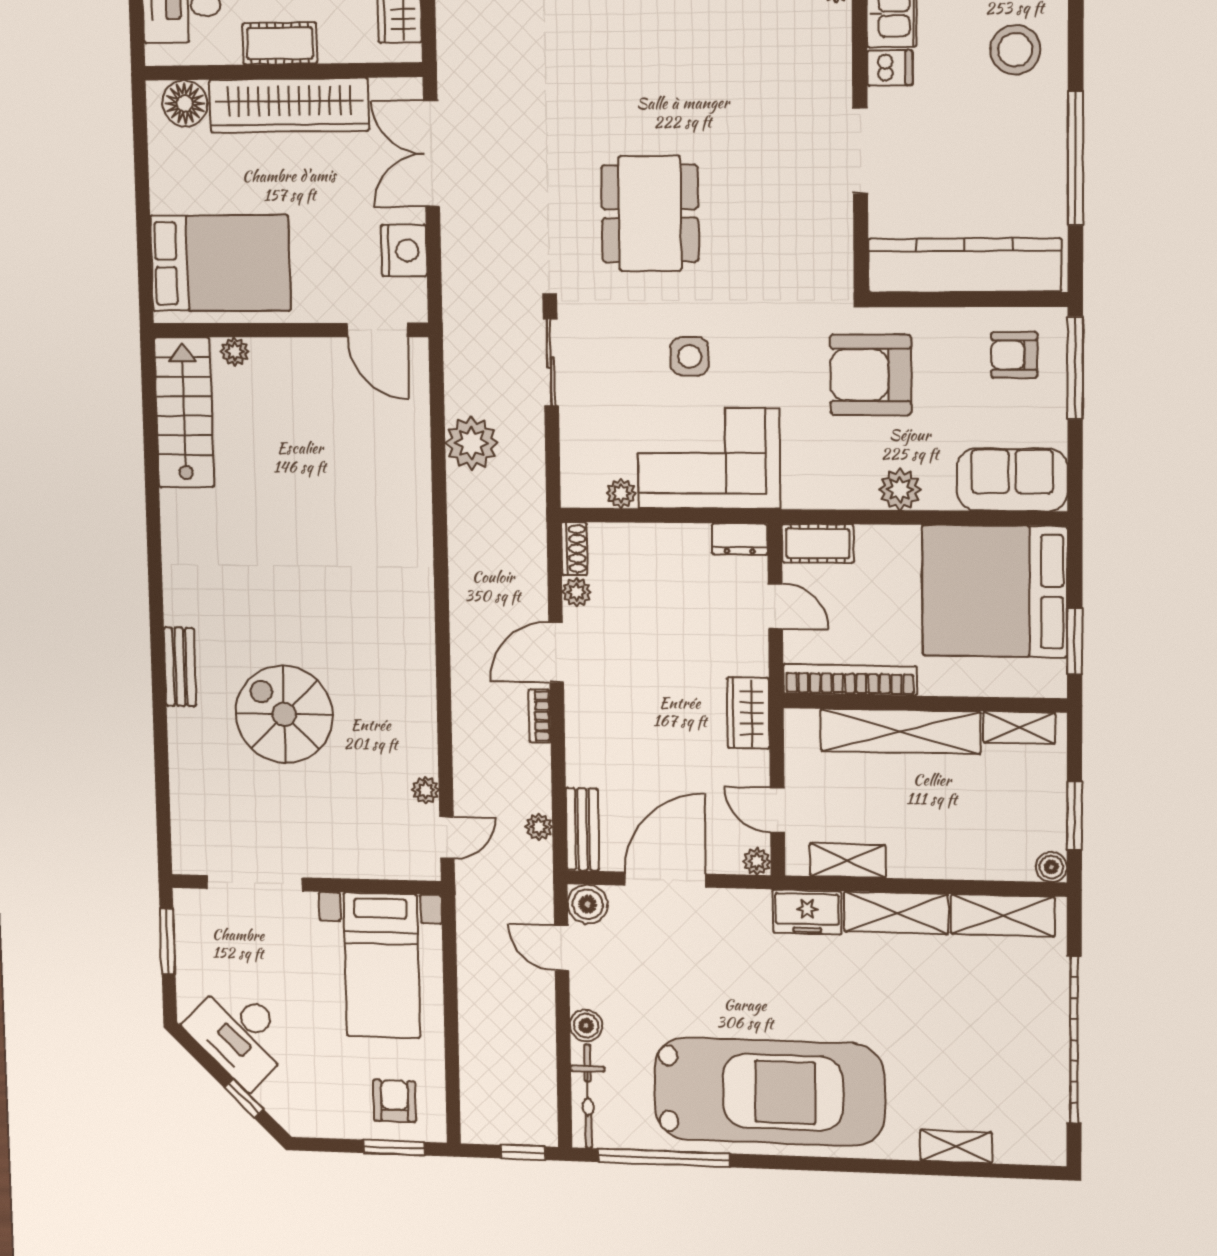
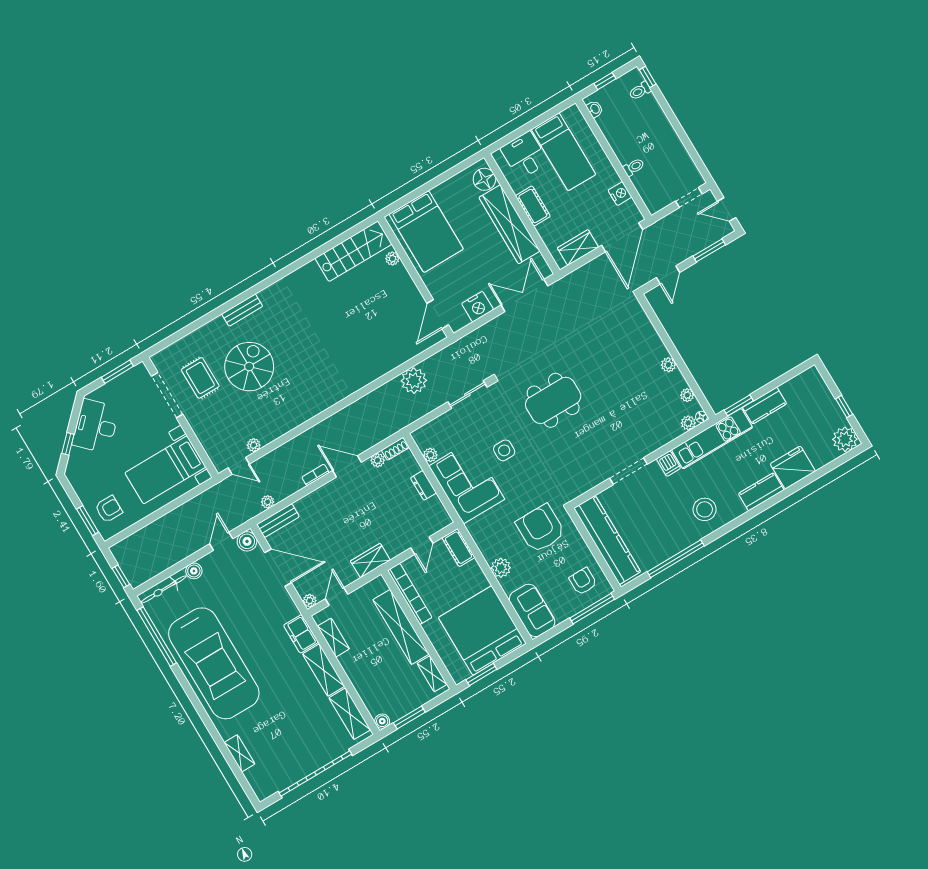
dresser: (740, 539) -> (423, 485), moved
rug: (257, 809) -> (200, 378), added

